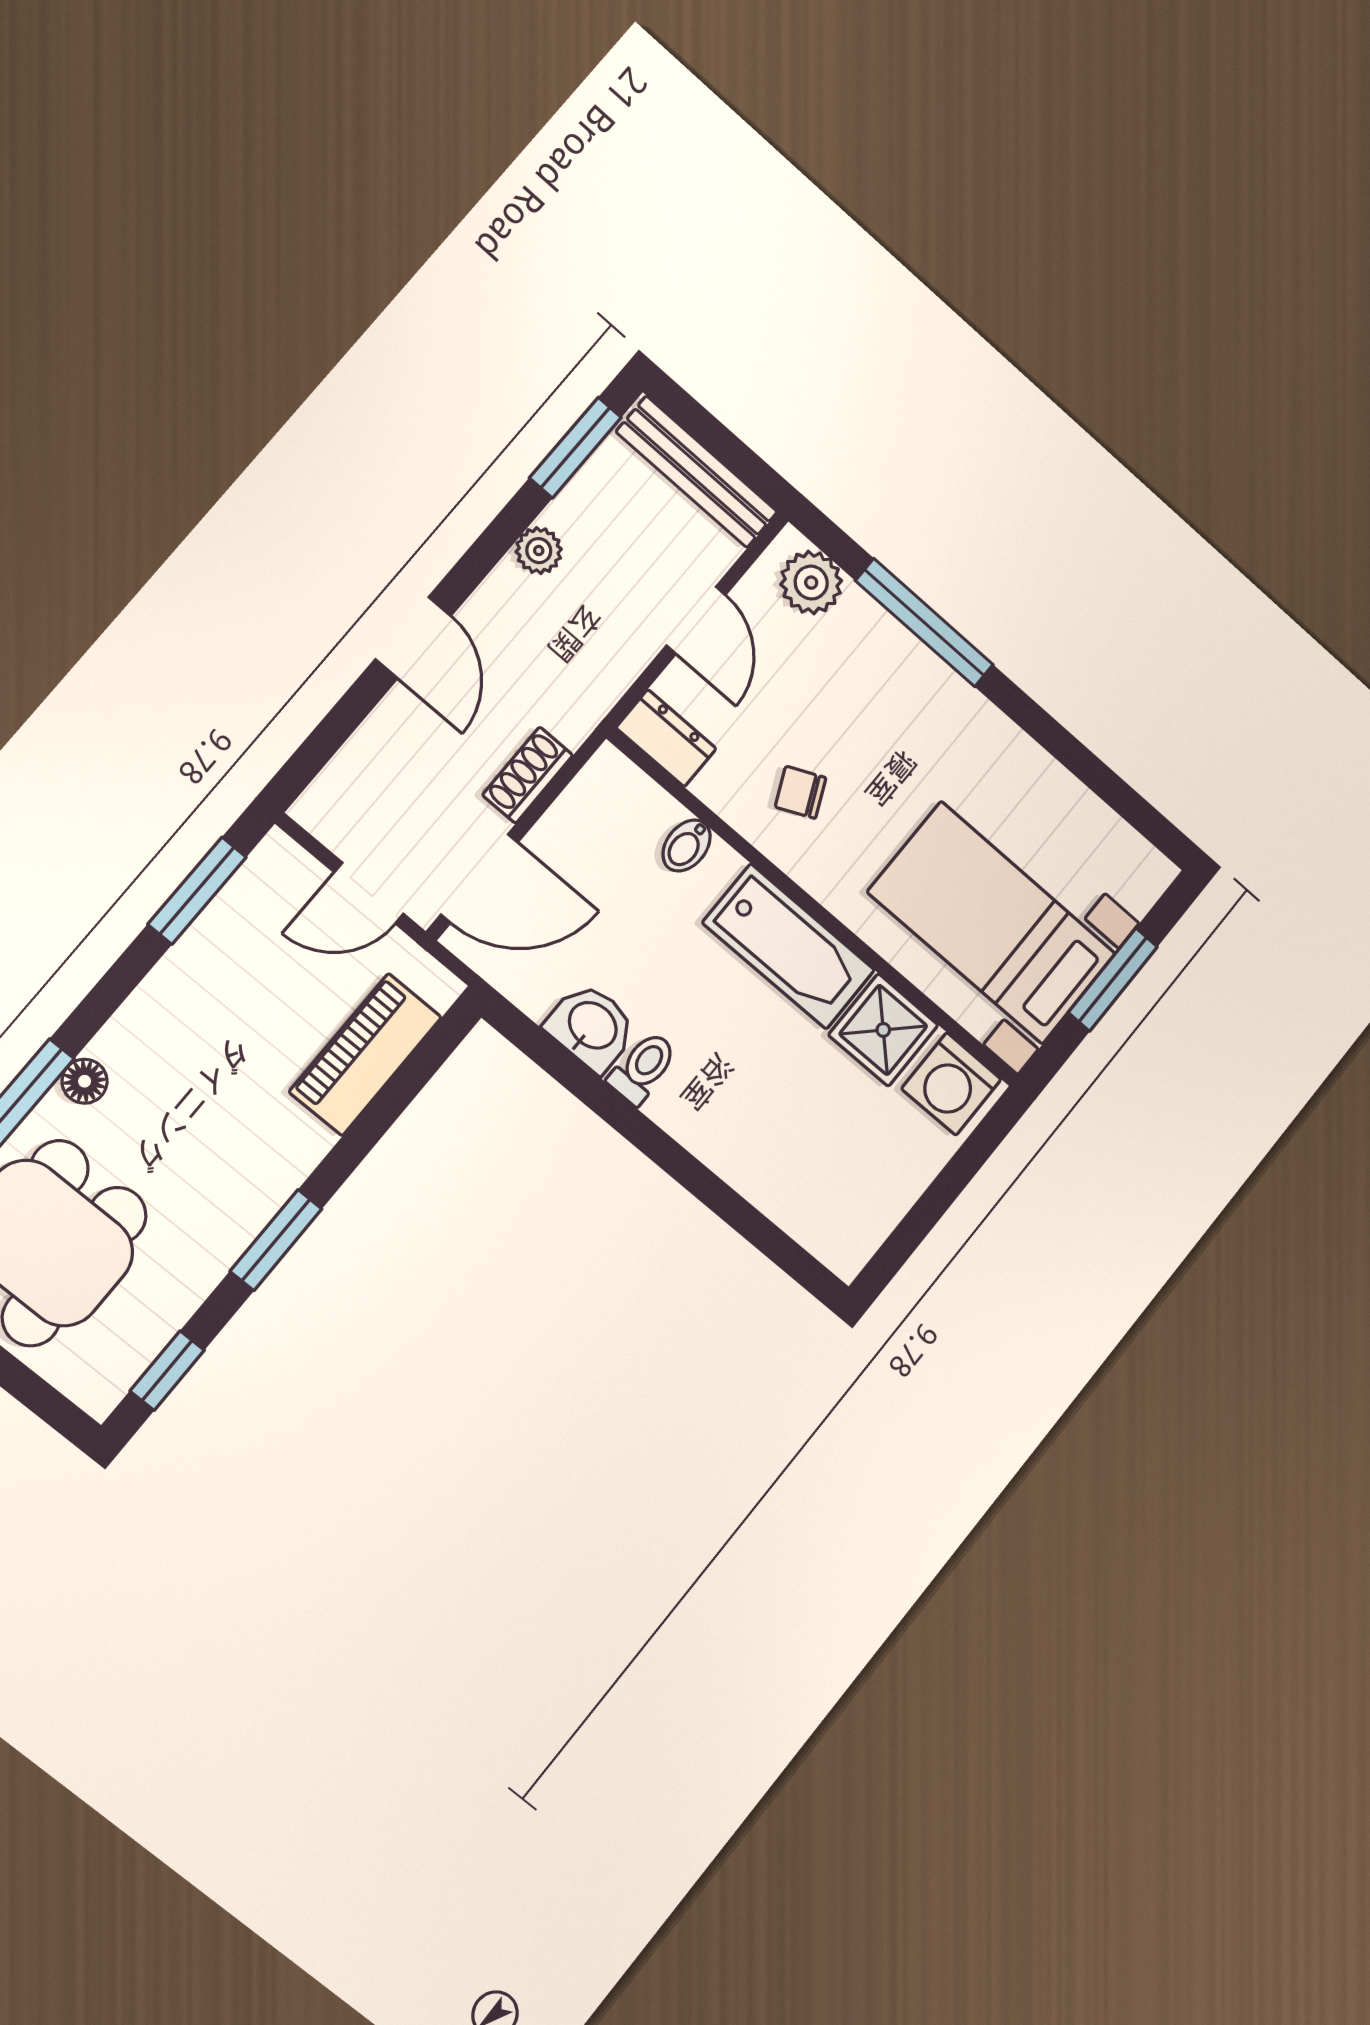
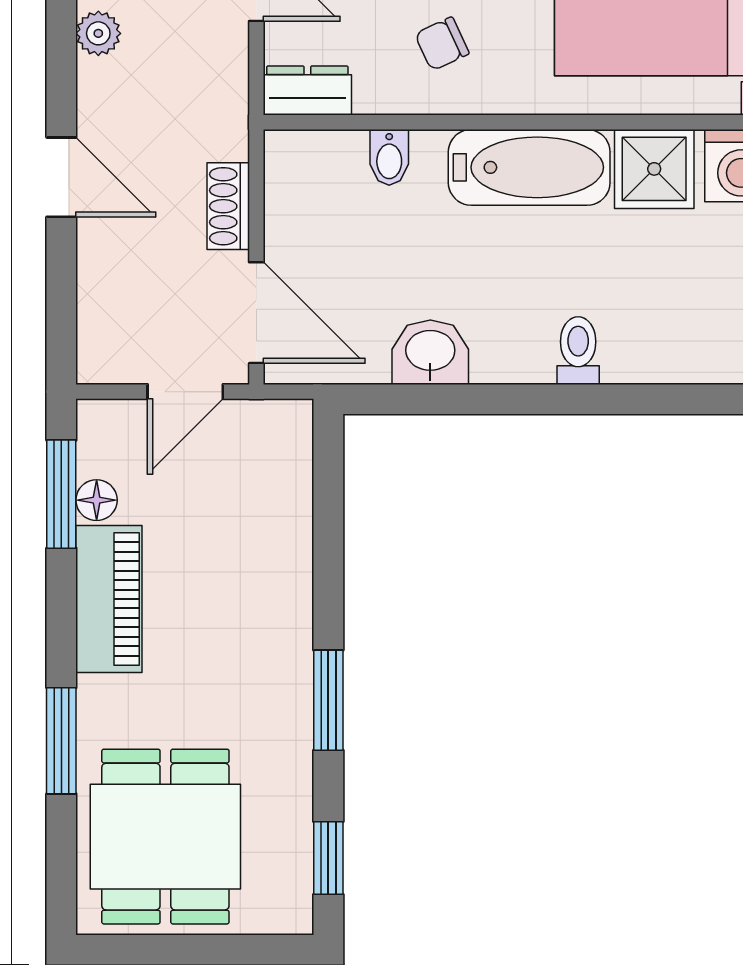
door: (479, 878) -> (256, 313), hinge flipped
piano: (365, 1054) -> (109, 599), moved, turned 180
toilet: (643, 1068) -> (578, 351), moved
floor lamp: (85, 1081) -> (97, 500), moved

